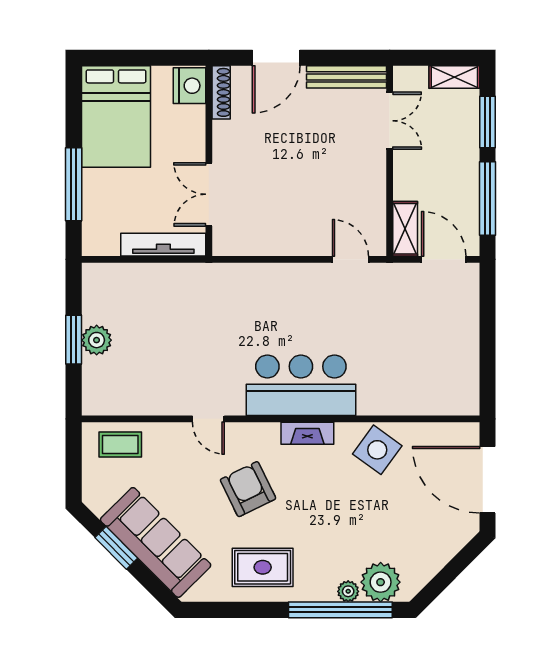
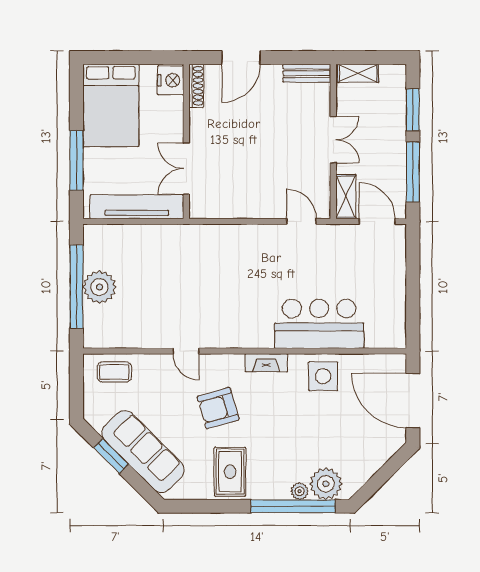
bench: (346, 77) -> (307, 73), width x0.73
shelving: (454, 77) -> (358, 73), moved
double door: (390, 121) -> (333, 140), moved
tv unit: (163, 245) -> (137, 207), width x1.36, depth x1.29
window: (74, 340) -> (76, 287), width x2.11
plant: (97, 340) -> (99, 287), width x1.36, depth x1.36
bar counter: (301, 385) -> (319, 324), moved
side table: (377, 450) -> (323, 376), turned -36
armchair: (248, 489) -> (218, 408), turned -80
rug: (263, 567) -> (230, 472), turned 90

